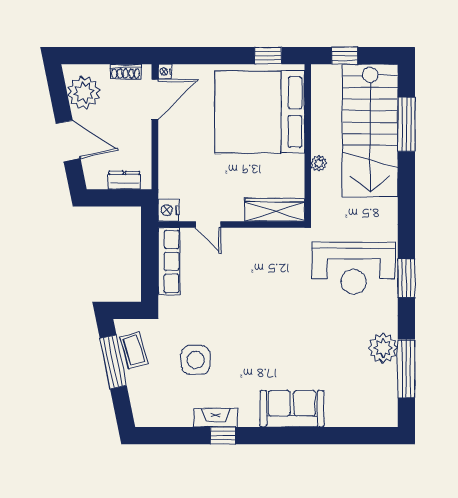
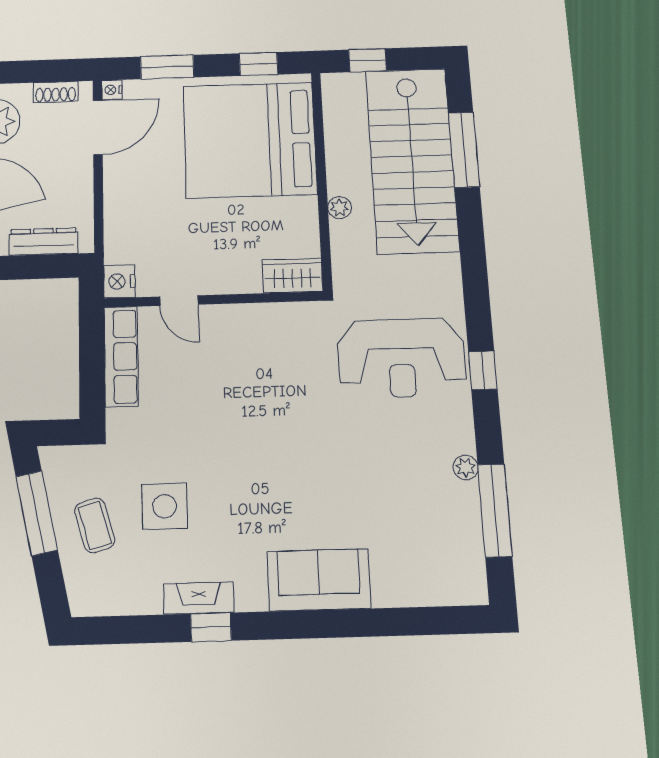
window: (204, 56) -> (167, 67), added
dresser: (124, 180) -> (43, 242), width x1.44
wardrobe: (275, 210) -> (292, 276), width x0.67
window: (406, 278) -> (483, 370), width x0.67
plant: (383, 348) -> (466, 467), width x0.53, depth x0.53
coffee table: (134, 350) -> (95, 525), moved

